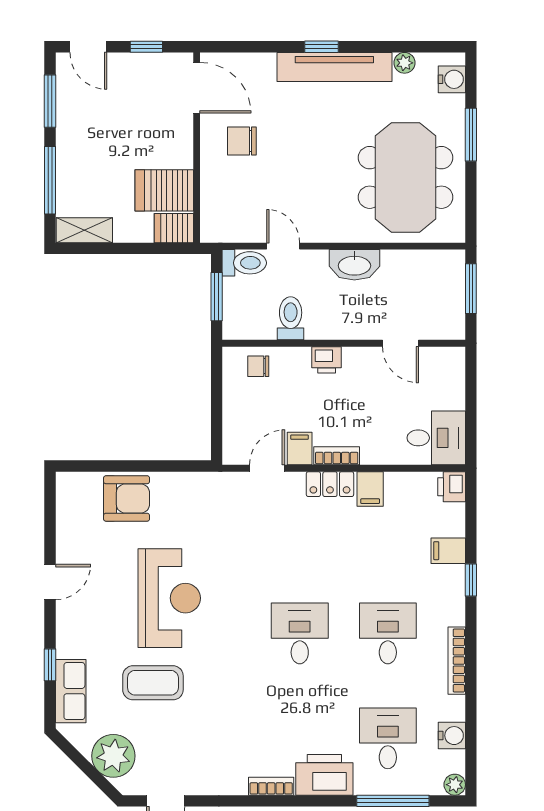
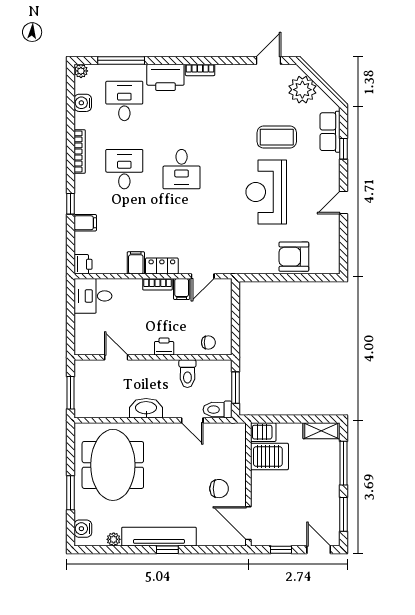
desk: (388, 633) -> (124, 169), turned 180
desk: (388, 738) -> (124, 101), turned 180

